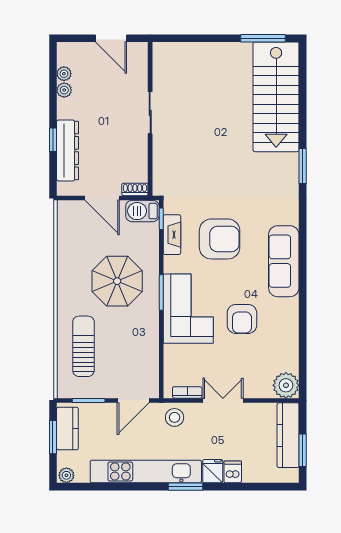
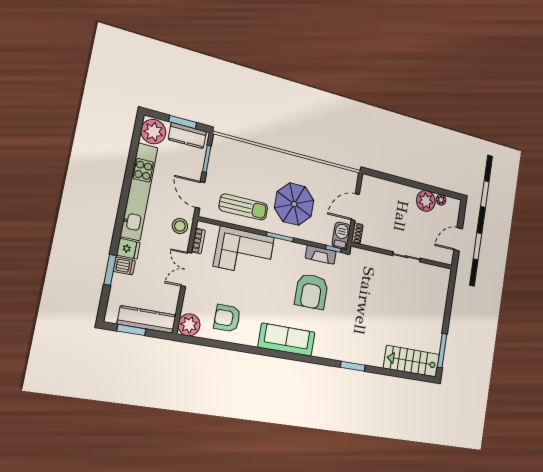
plant: (64, 90) -> (426, 201), width x1.88, depth x1.88
stairs: (276, 97) -> (412, 361), width x0.73, depth x0.66
window: (53, 140) -> (400, 181), removed
dresser: (68, 150) -> (391, 189), removed
corner sofa: (188, 309) -> (244, 252), moved
armchair: (242, 319) -> (227, 318), moved
sun lounger: (83, 346) -> (243, 207), moved
double door: (223, 400) -> (186, 269), swing flipped
plant: (66, 475) -> (153, 132), width x1.88, depth x1.88
window: (186, 487) -> (110, 270), moved

